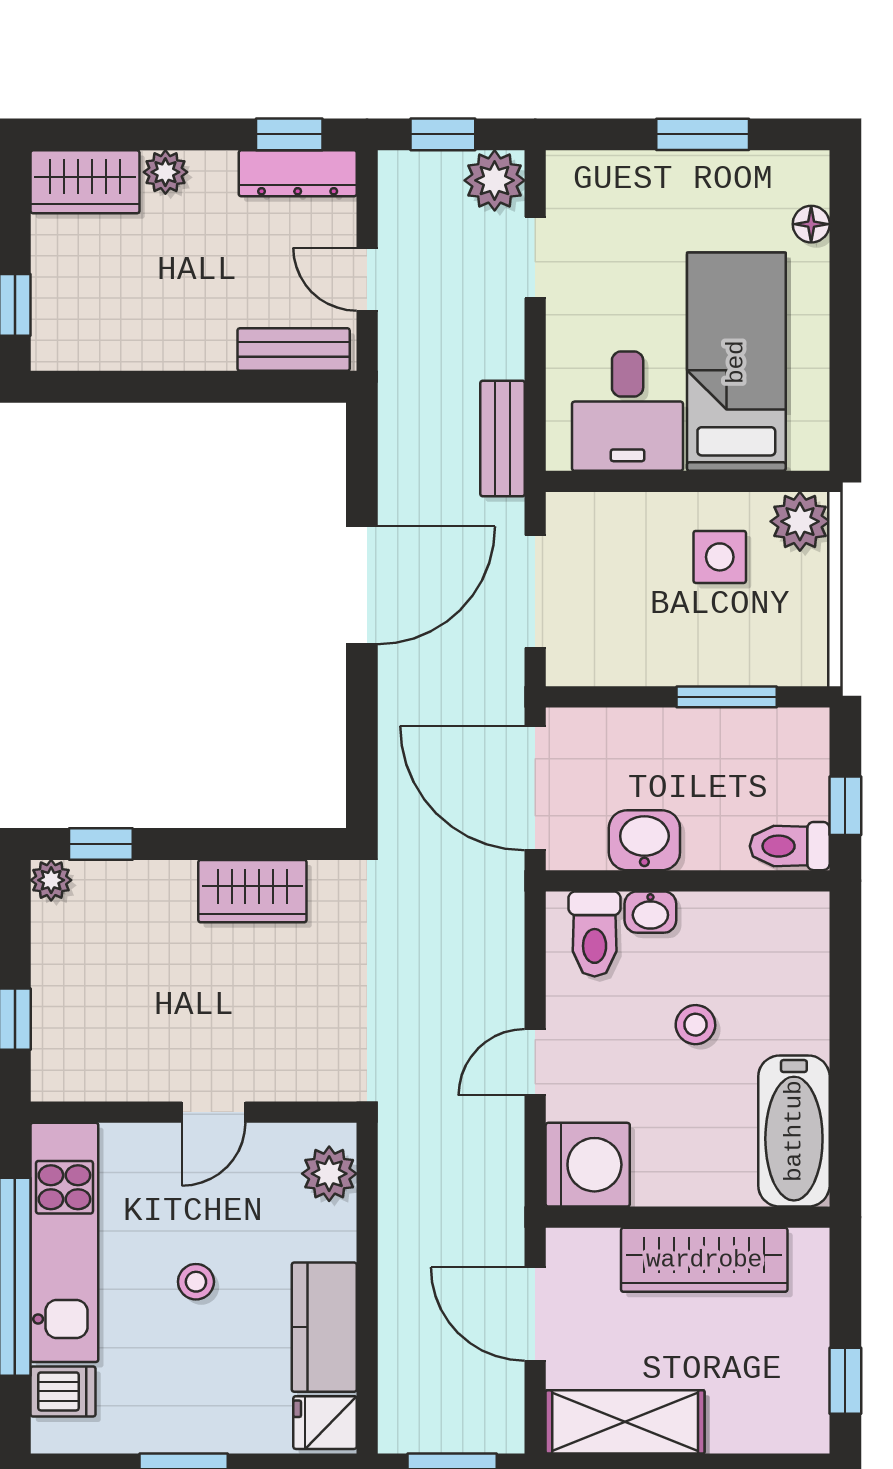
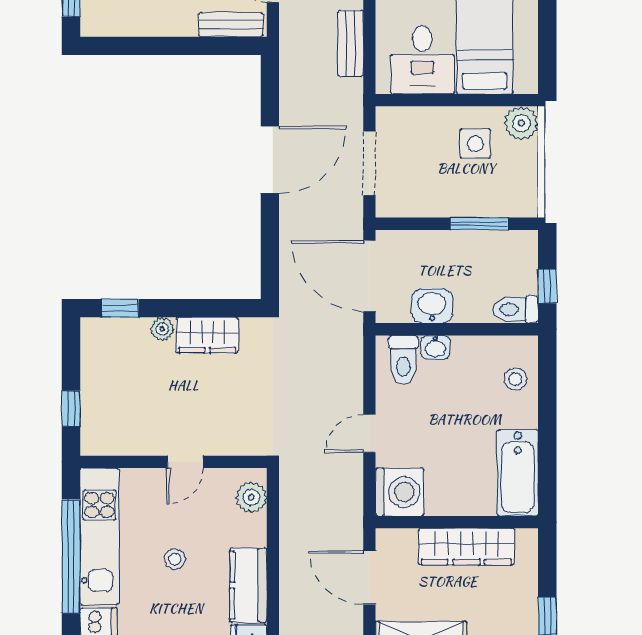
bench: (503, 438) -> (351, 43), moved
plant: (51, 880) -> (162, 329), moved
stool: (695, 1025) -> (515, 379), moved

